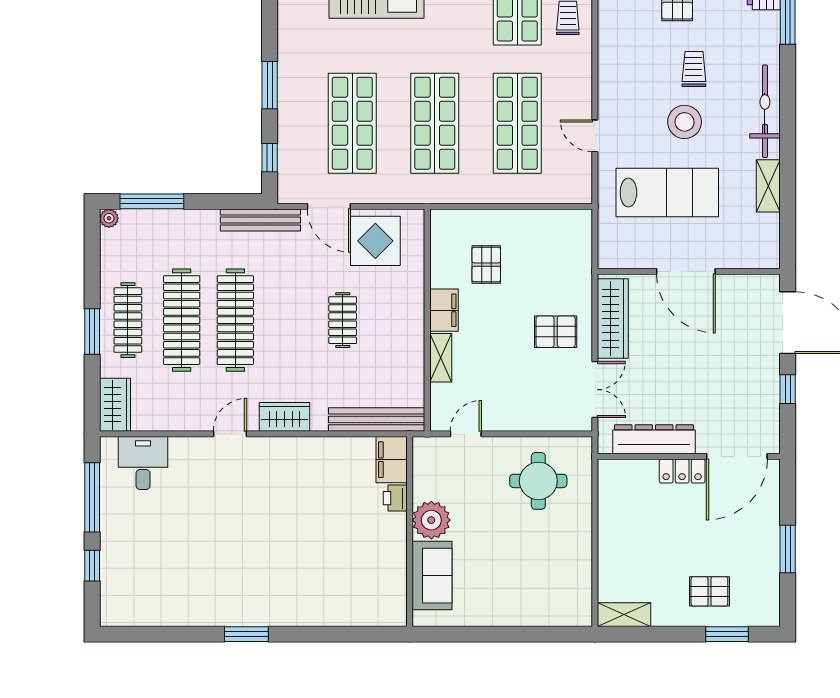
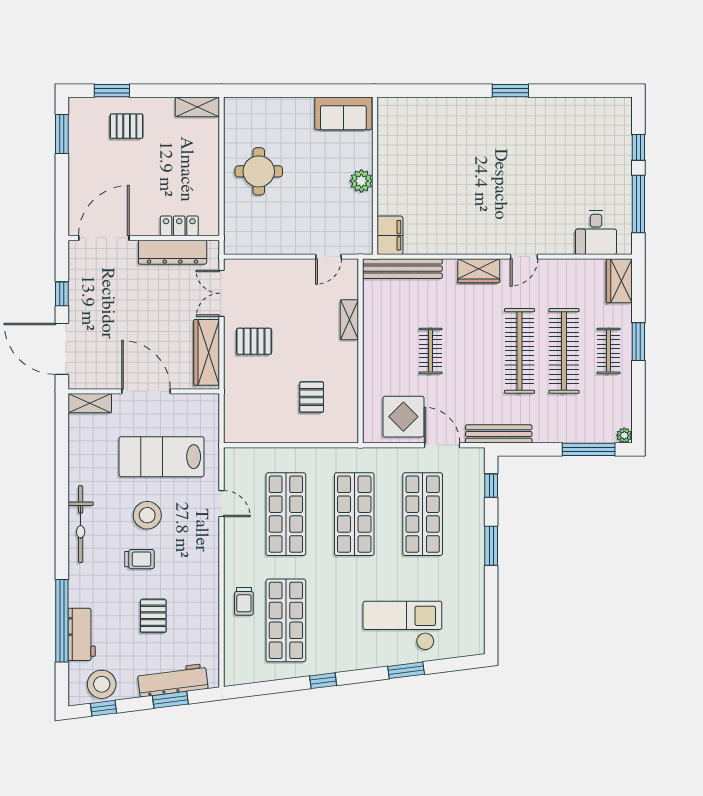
trolley: (694, 69) -> (139, 559), turned -90
shelving: (768, 186) -> (90, 403), moved, turned 90
filing cabinet: (444, 310) -> (347, 359), removed
clothes rail: (128, 320) -> (609, 351), width x0.73
locker: (682, 471) -> (179, 226), moved
round table: (538, 481) -> (259, 171), moved
printer: (395, 498) -> (387, 203), removed
plant: (431, 520) -> (361, 181), width x0.73, depth x0.73
window: (788, 549) -> (62, 134), moved
sofa: (432, 576) -> (343, 113), moved, turned -90

